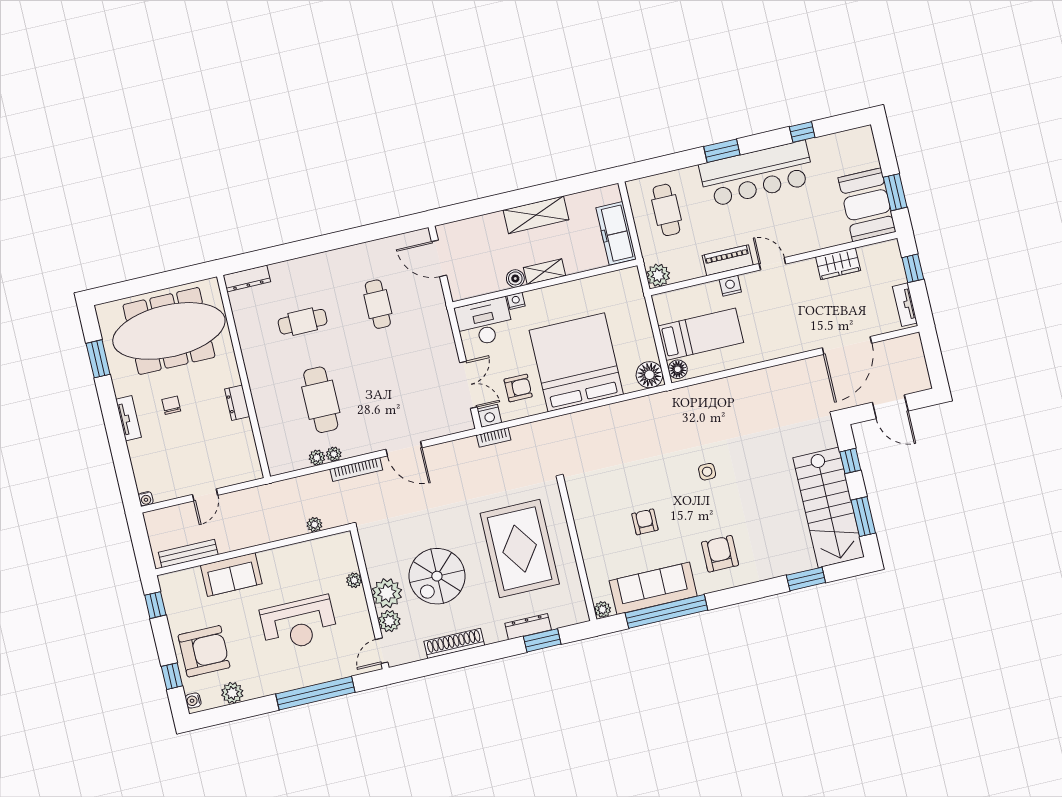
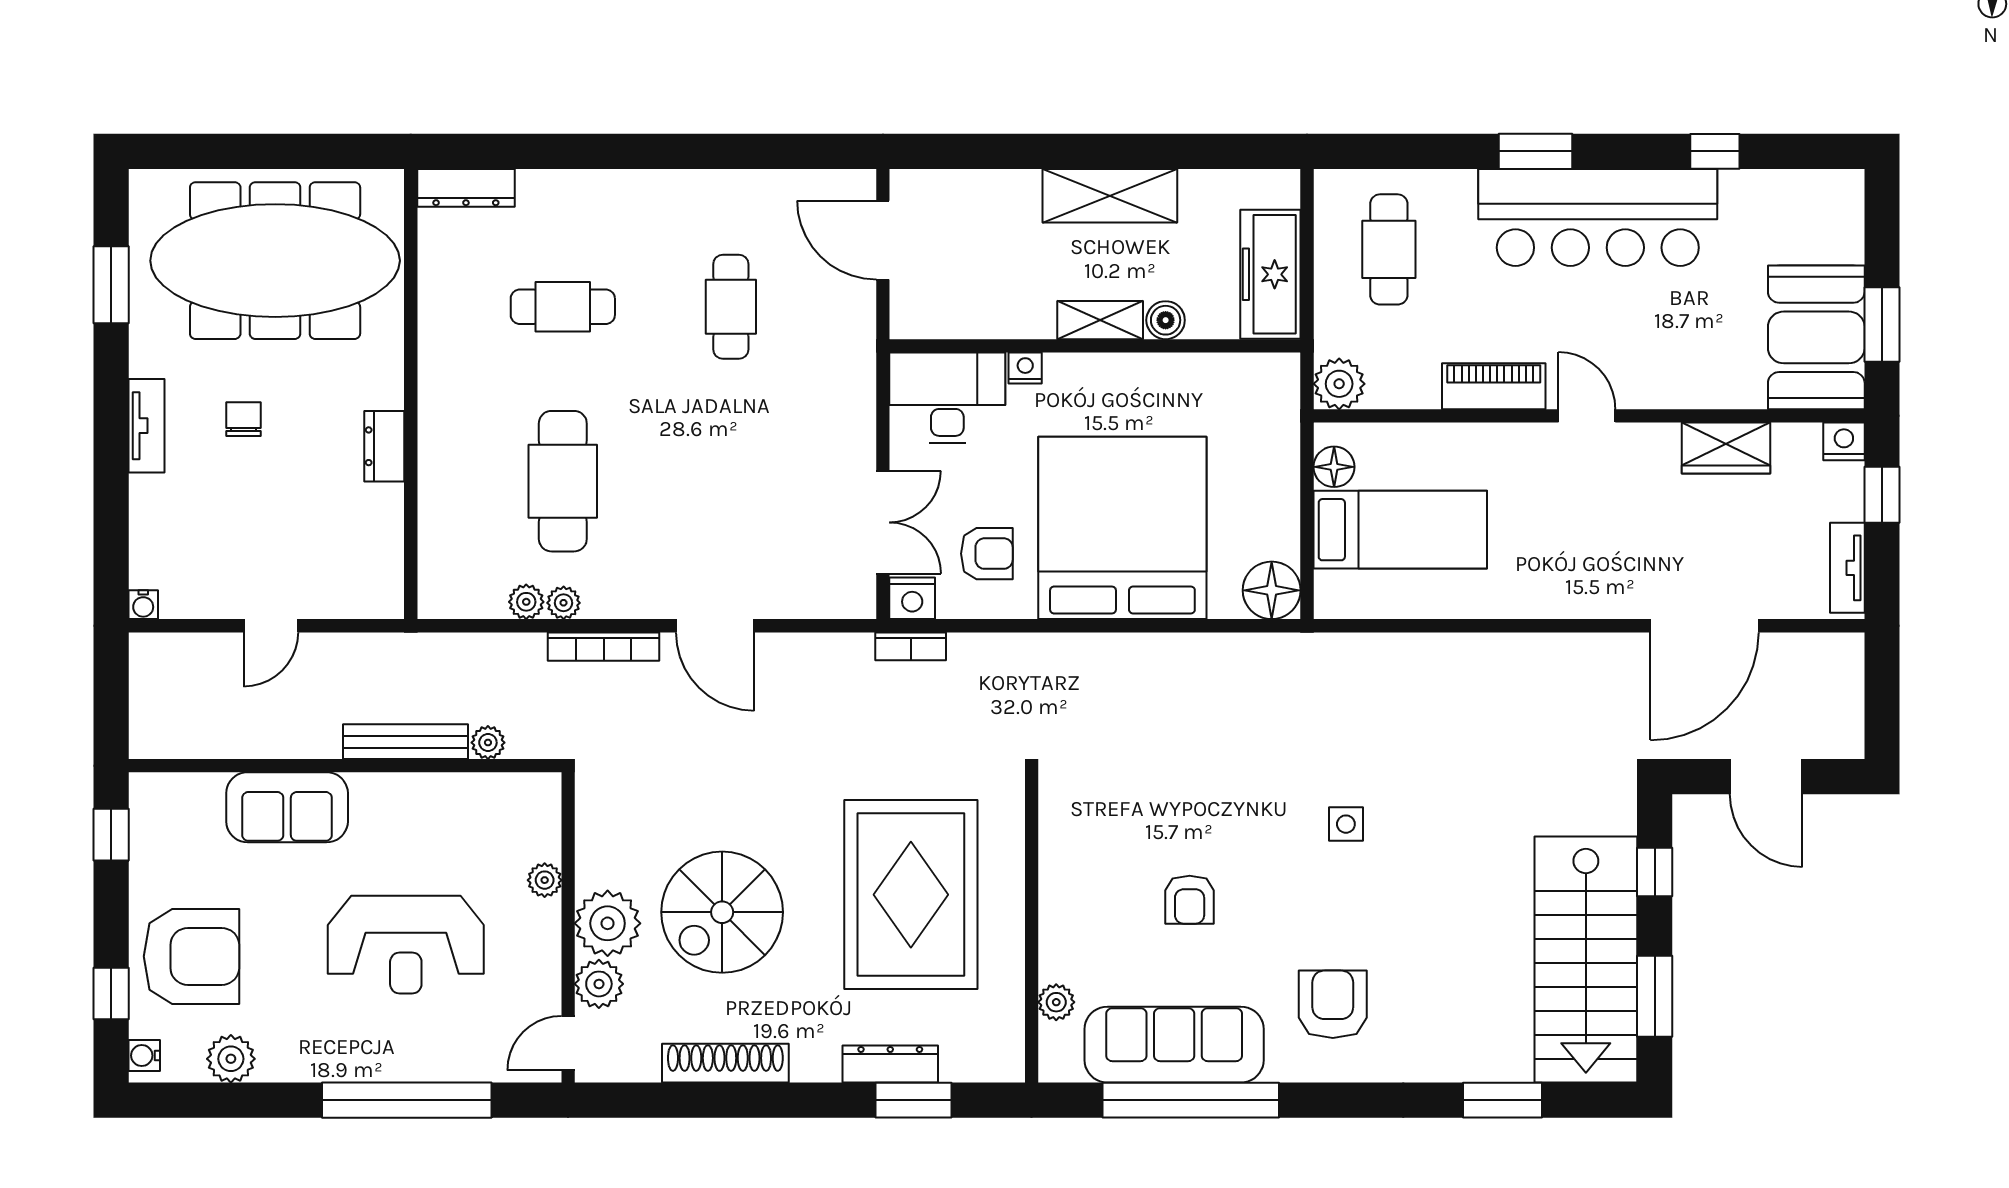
boiler: (515, 278) -> (1166, 320), moved
nightstand: (730, 286) -> (1844, 441), moved
floor lamp: (678, 369) -> (1334, 467), moved
armchair: (645, 522) -> (1190, 900), turned 180
bench: (188, 553) -> (405, 742), moved
plant: (602, 610) -> (1056, 1002), moved

